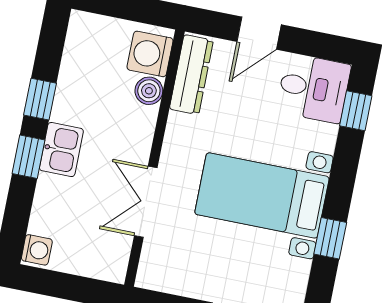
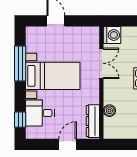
washing machine: (150, 54) -> (112, 35), moved
desk: (314, 88) -> (40, 113), moved
window: (330, 238) -> (20, 64), width x2.17

